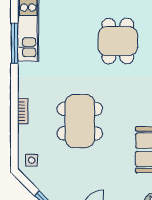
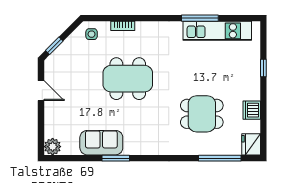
bookcase: (23, 111) -> (123, 26), moved

